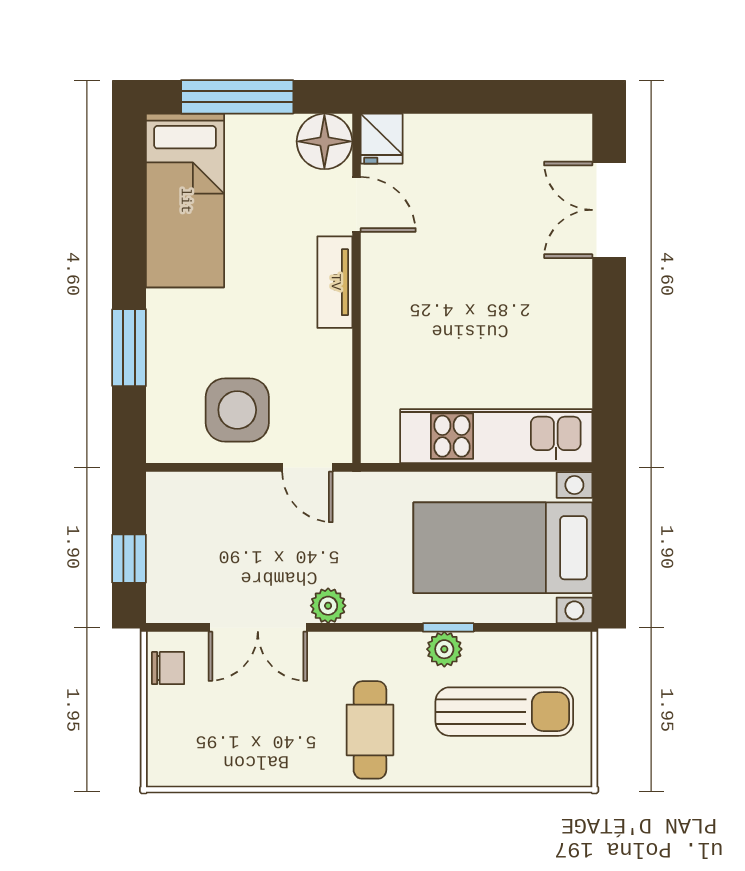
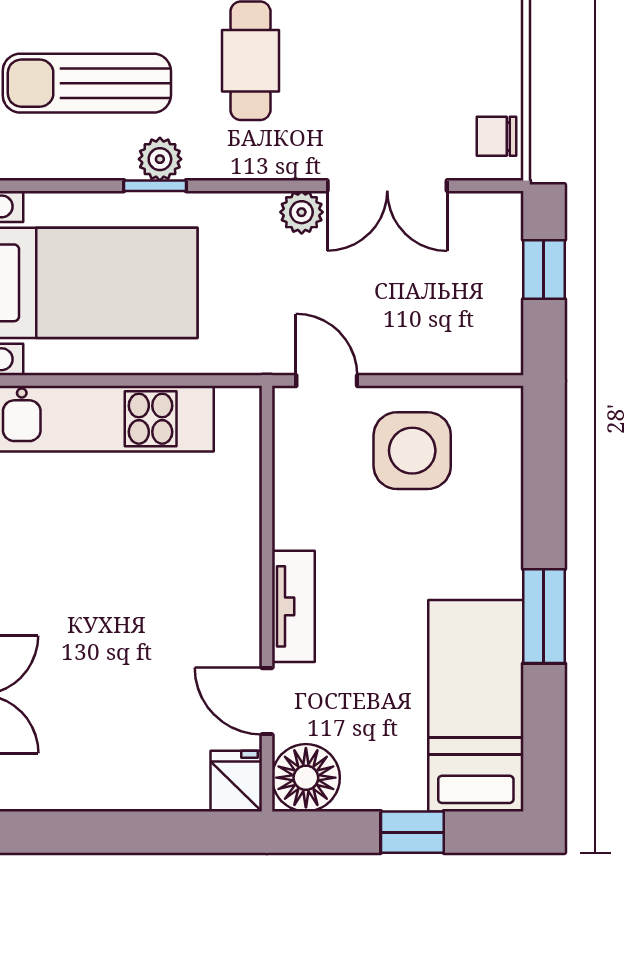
window: (237, 97) -> (412, 832), width x0.46
window: (129, 348) -> (544, 616), moved
double door: (258, 627) -> (387, 186), swing flipped

